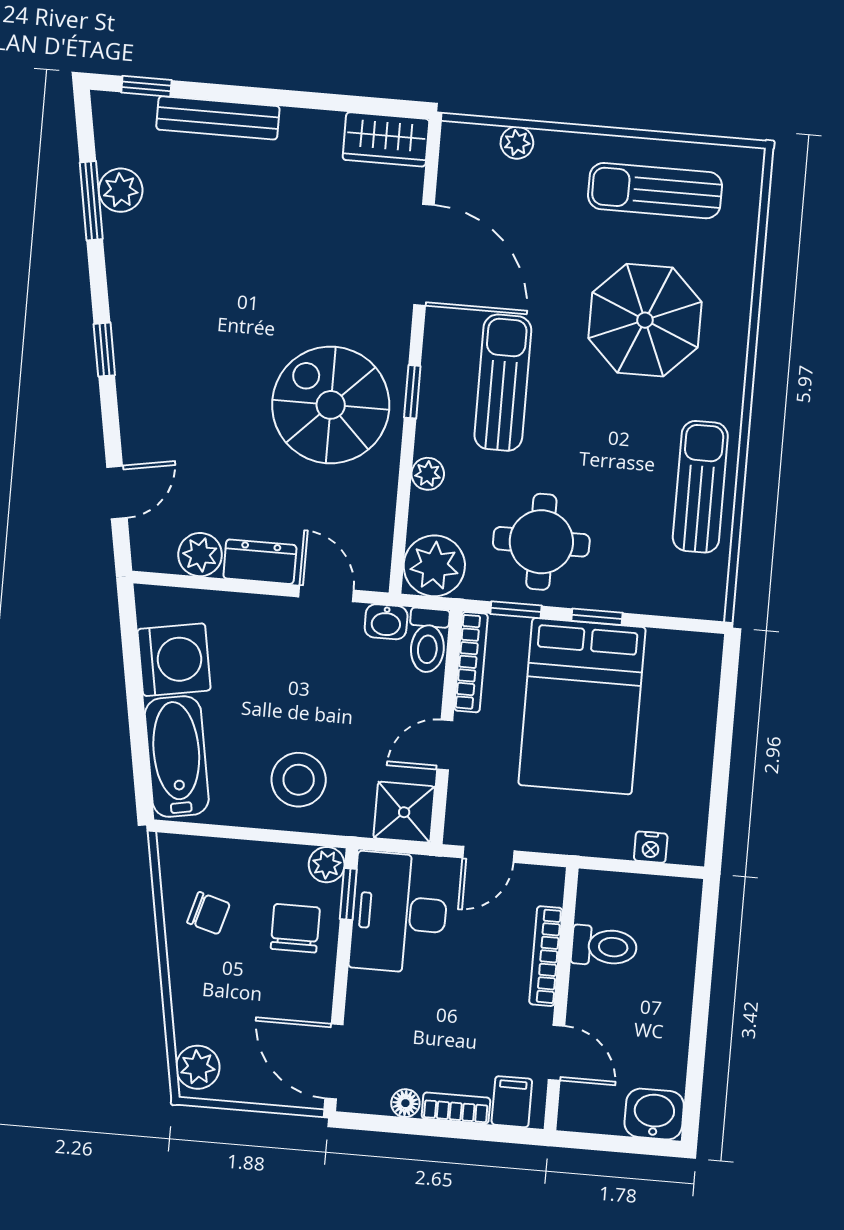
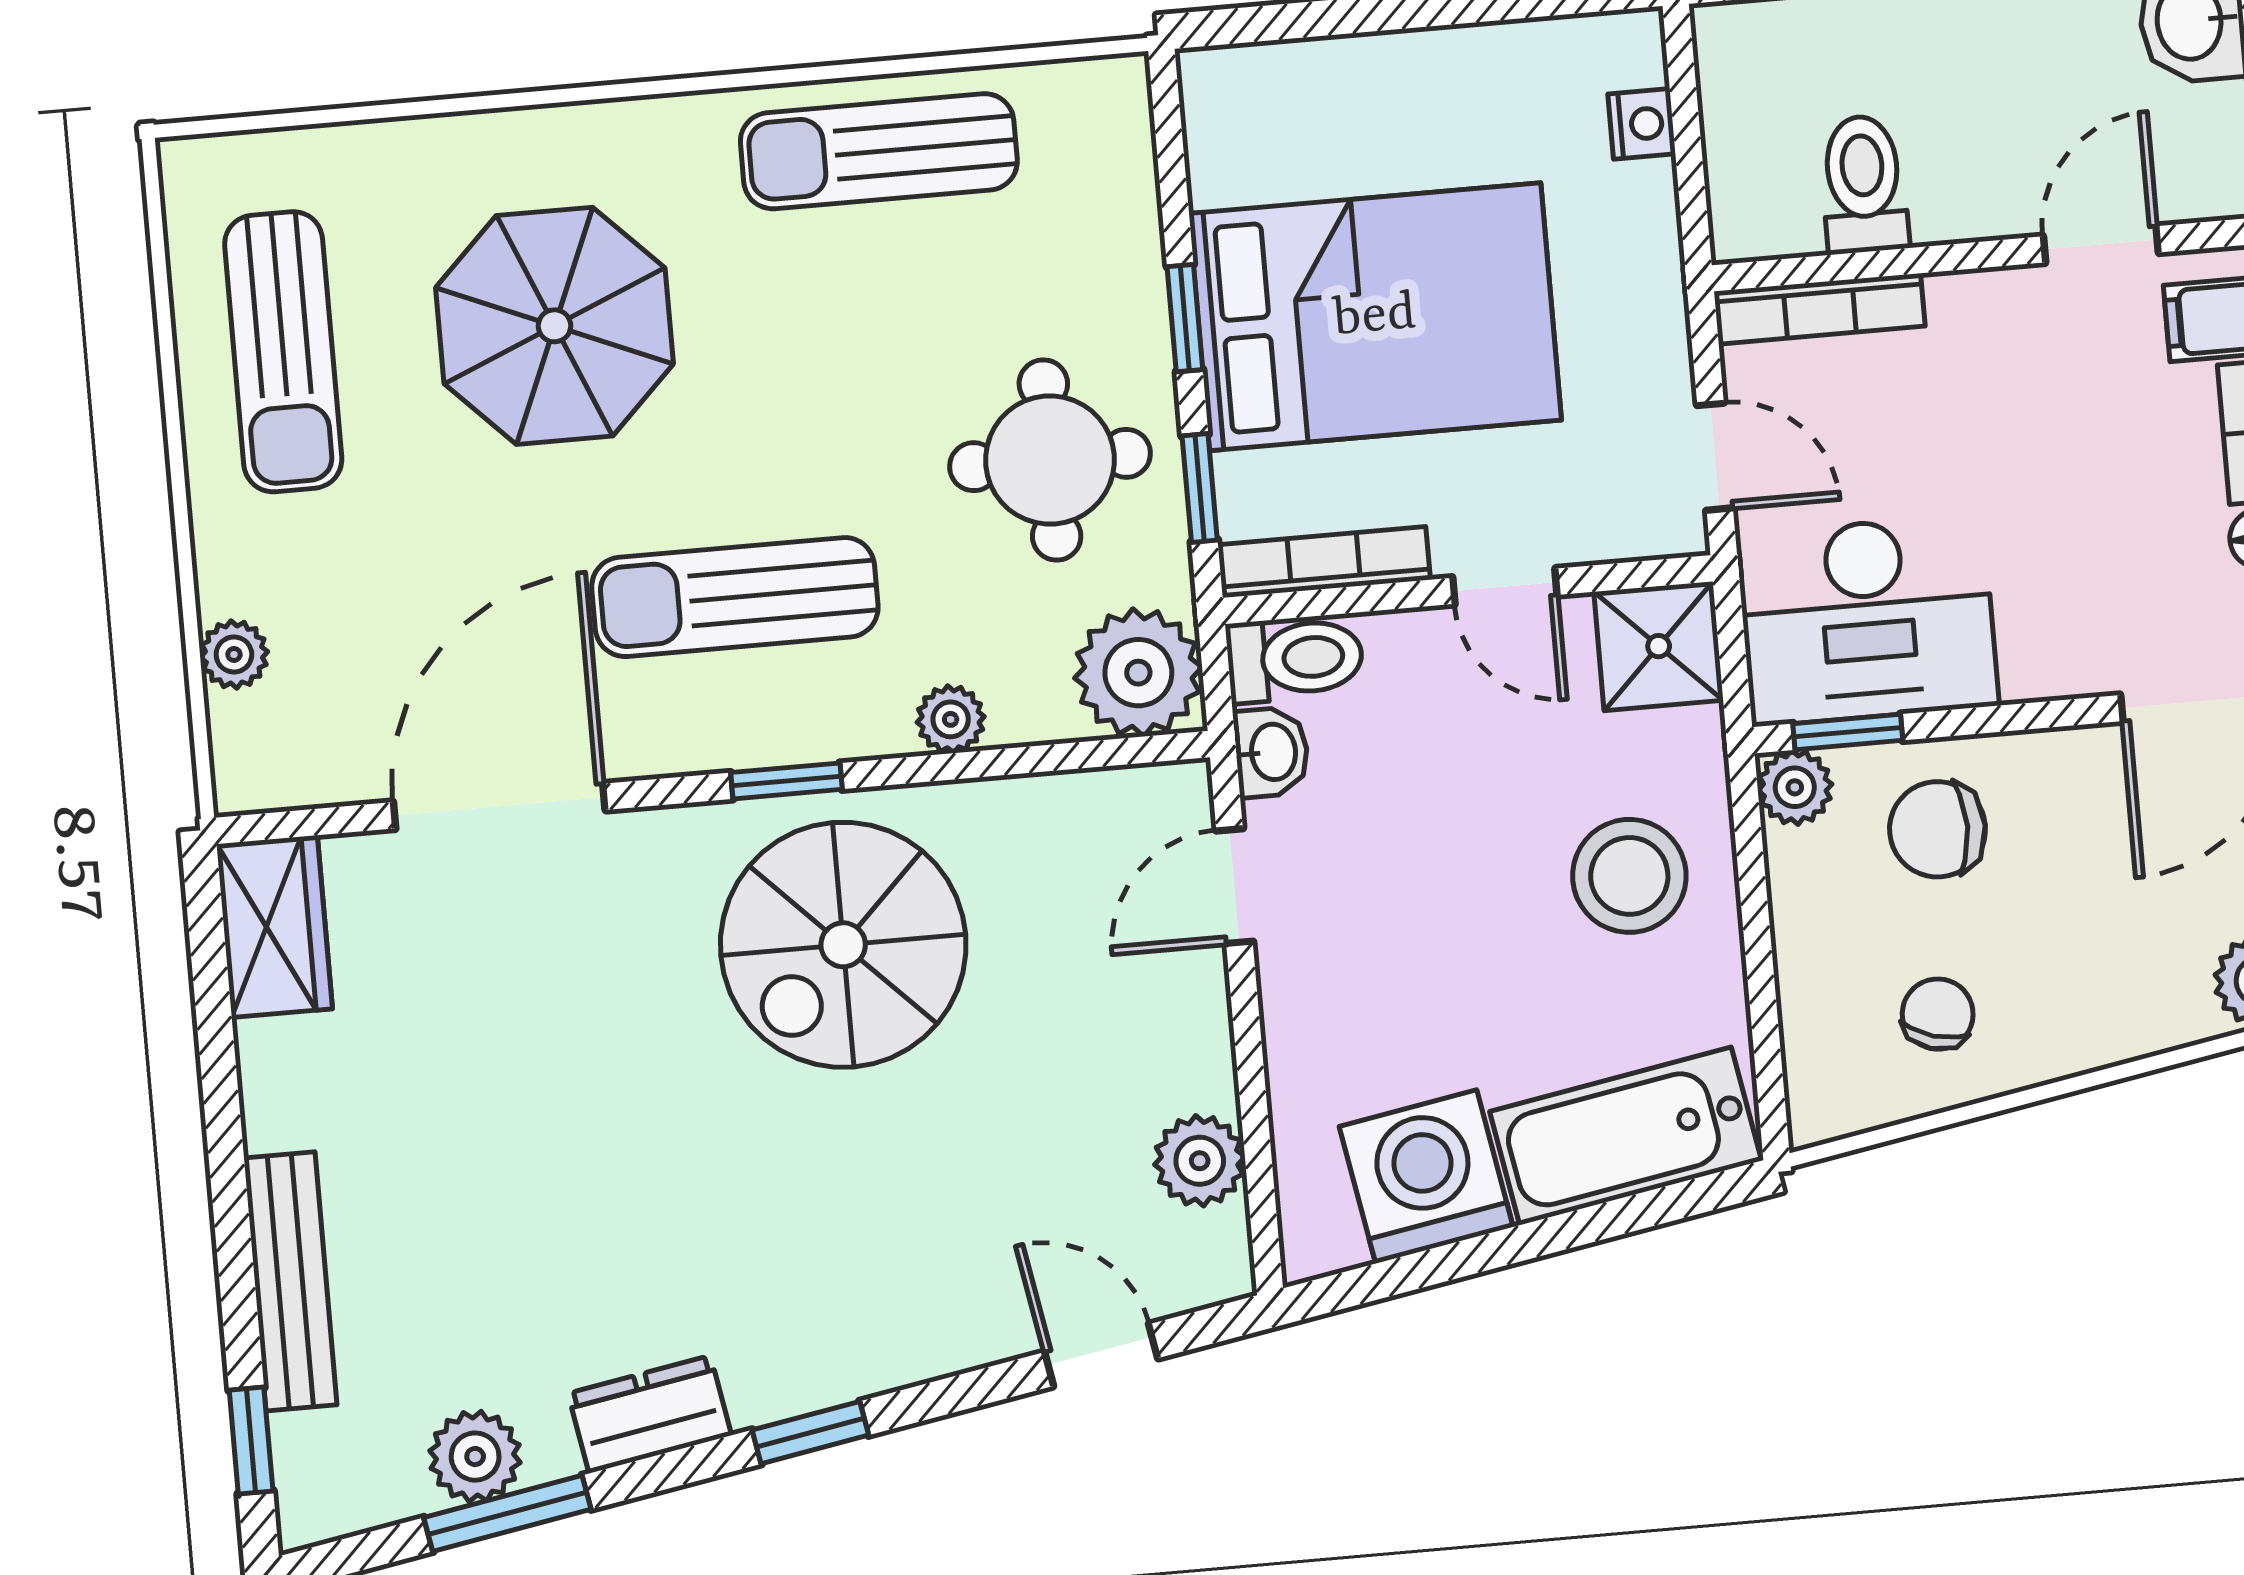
dresser: (260, 562) -> (650, 1414), moved, turned 80
bookcase: (546, 956) -> (1819, 309), moved

